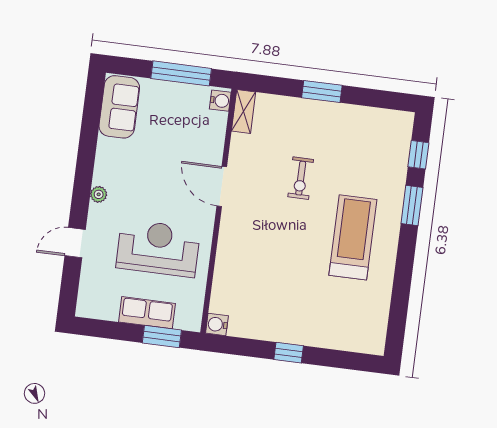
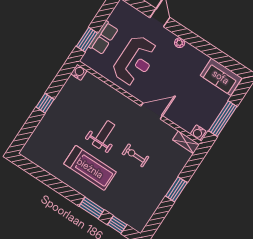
weight bench: (293, 241) -> (104, 135), added

